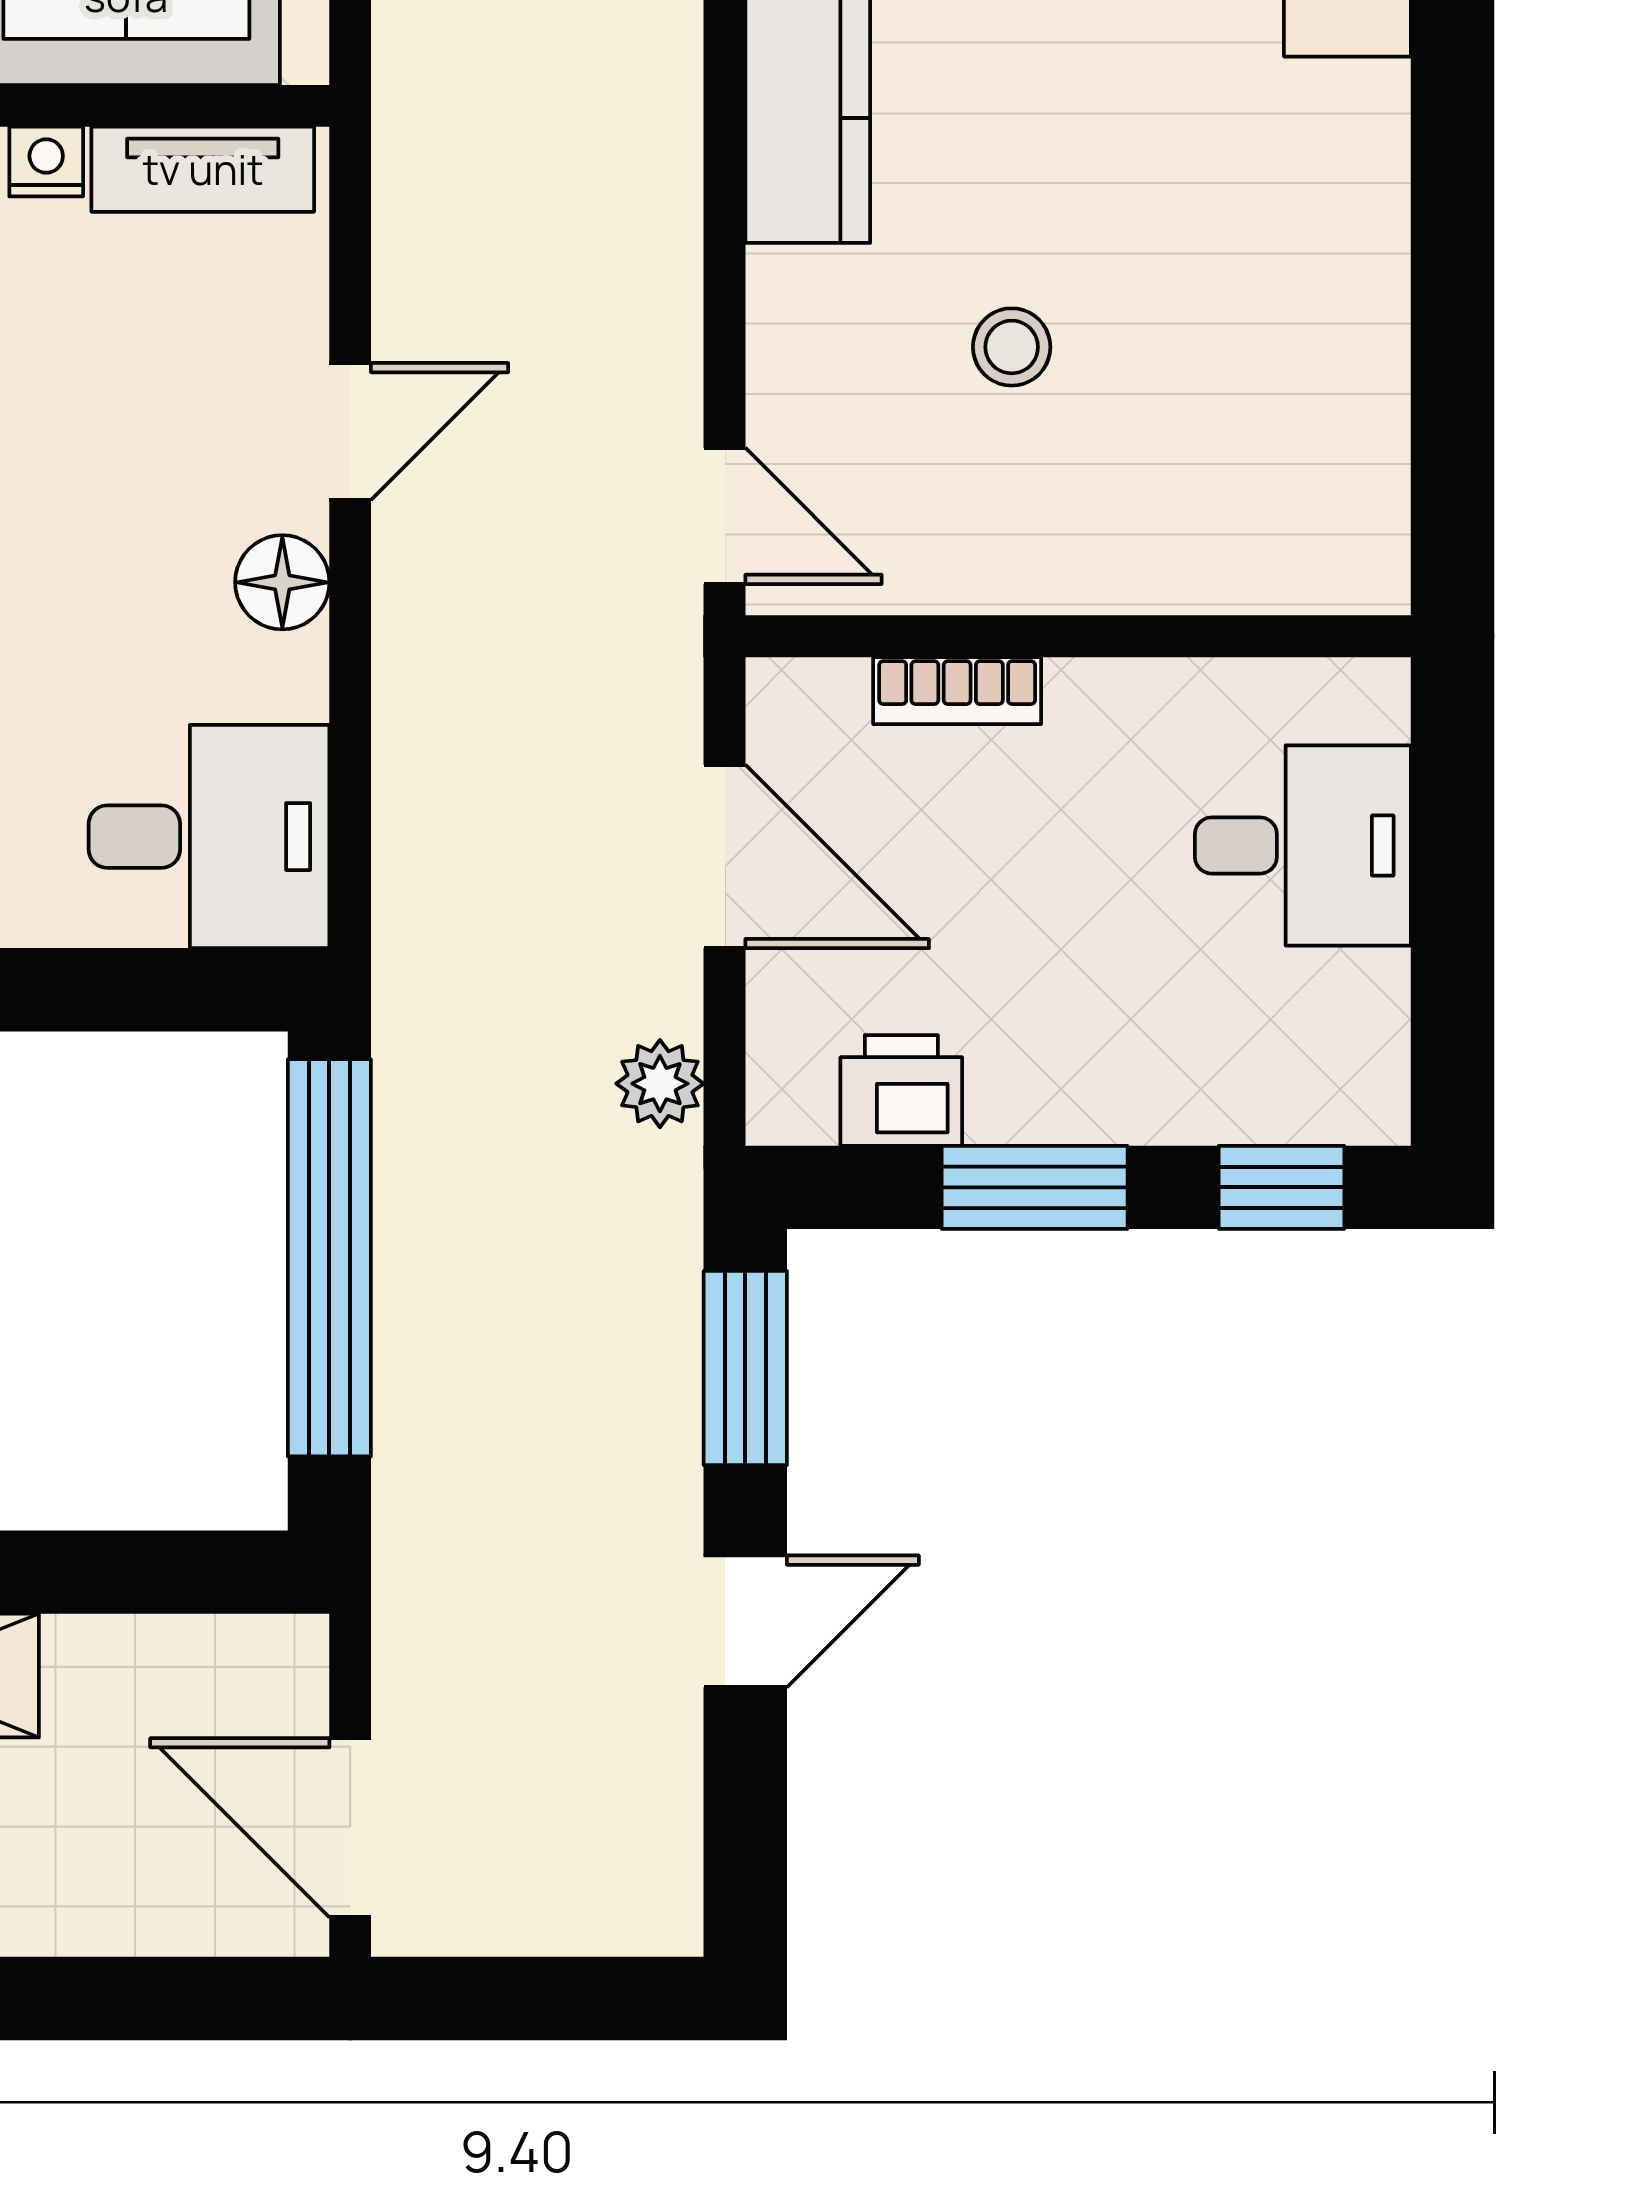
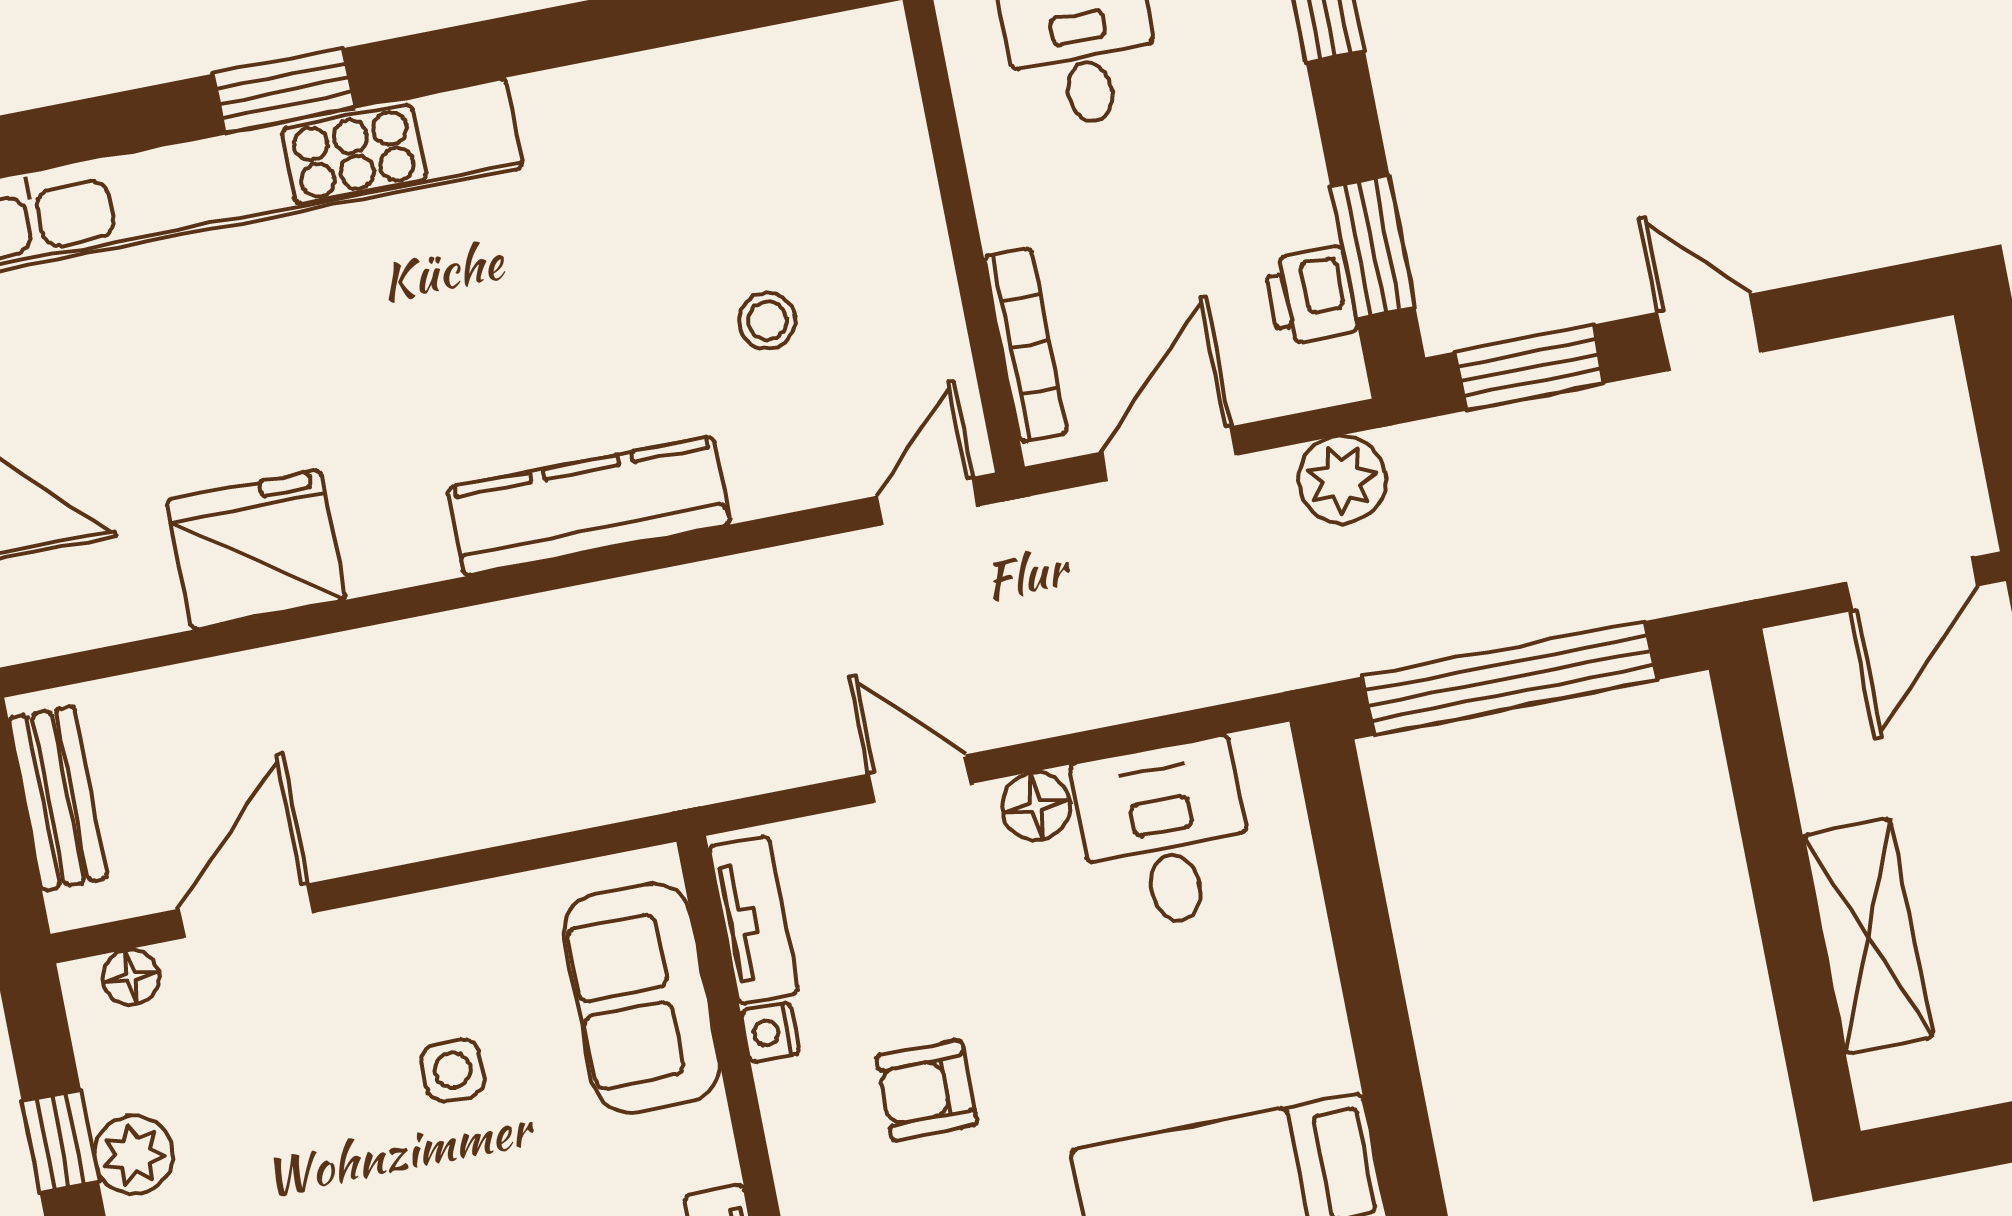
bookcase: (957, 691) -> (1026, 345), width x1.56
desk: (209, 837) -> (1165, 835), moved
plant: (660, 1084) -> (1342, 480), width x1.38, depth x1.38
window: (1035, 1187) -> (1373, 247), moved

